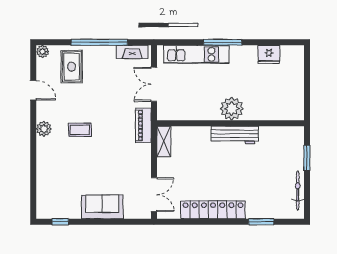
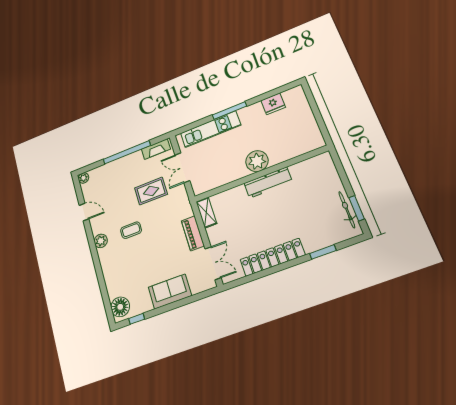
rug: (72, 67) -> (151, 191), moved, turned 90
piano: (143, 125) -> (193, 233), moved
window: (307, 158) -> (357, 208), moved
floor lamp: (46, 204) -> (120, 307), added

